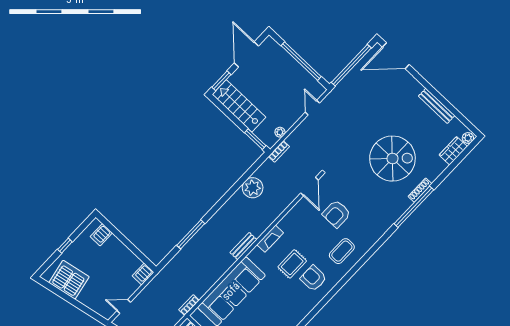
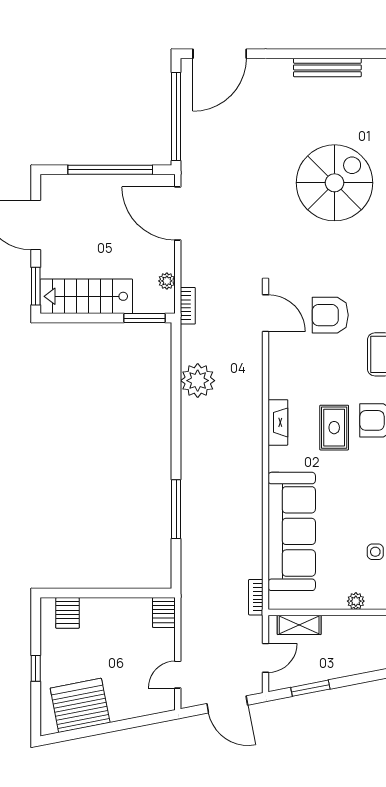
door: (312, 108) -> (178, 214), width x1.87
armchair: (337, 214) -> (330, 315), turned 90
bench: (243, 246) -> (254, 462), removed

